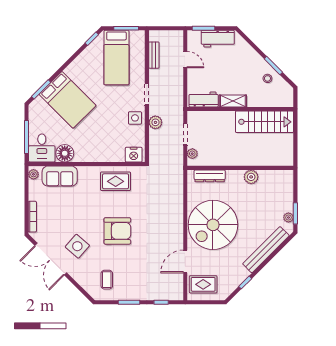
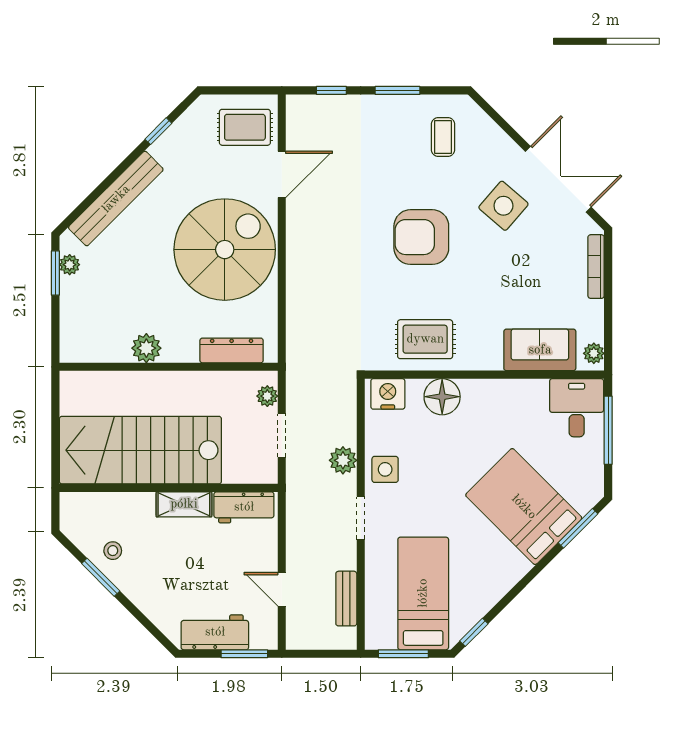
stairs: (265, 122) -> (140, 450), width x1.36, depth x1.51
floor lamp: (65, 153) -> (442, 397), moved

